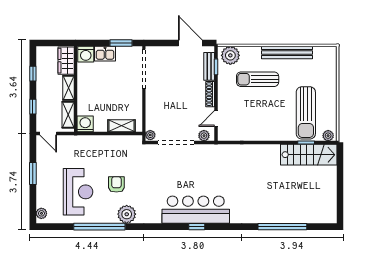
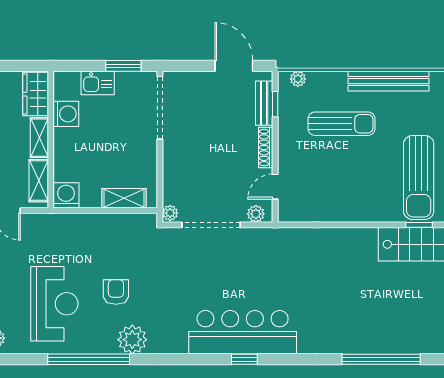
washing machine: (86, 54) -> (66, 114), moved, turned -90
plant: (230, 55) -> (298, 79), width x0.53, depth x0.53
sun lounger: (258, 79) -> (341, 124), turned 180

